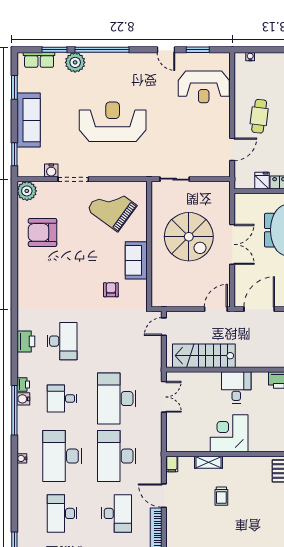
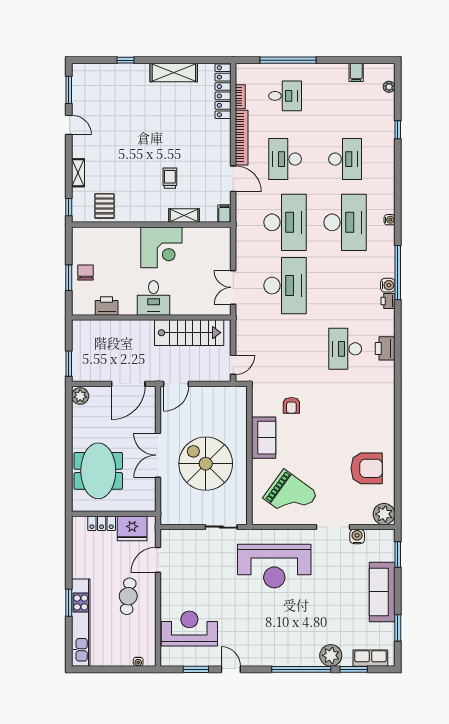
reception desk: (113, 122) -> (274, 566), moved
fridge: (262, 181) -> (132, 528), width x1.88, depth x1.34
desk: (62, 399) -> (345, 286), removed

